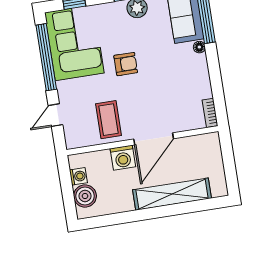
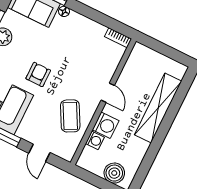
coffee table: (109, 120) -> (70, 116), turned 62
door: (154, 139) -> (108, 93), width x0.53
washing machine: (78, 176) -> (95, 140), moved, turned 90

